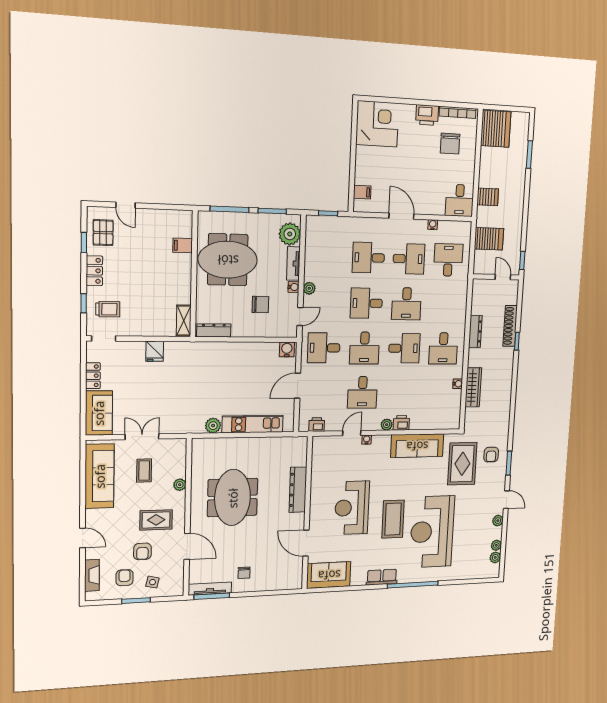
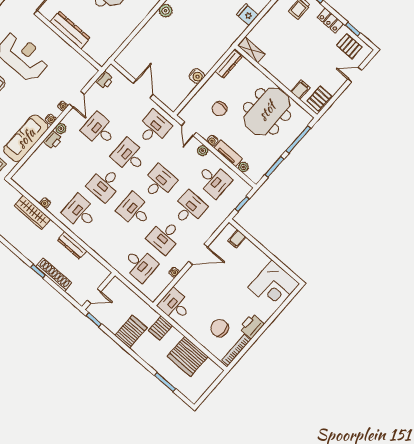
server rack: (496, 129) -> (188, 356), moved
pallet: (176, 221) -> (319, 98), added
plant: (290, 234) -> (243, 167), width x0.53, depth x0.53
server rack: (489, 239) -> (131, 332), moved, turned 180
desk: (327, 256) -> (214, 180), added
water cooler: (287, 350) -> (197, 76), moved
kitchen unit: (253, 424) -> (143, 37), removed
water cooler: (386, 440) -> (51, 119), added

